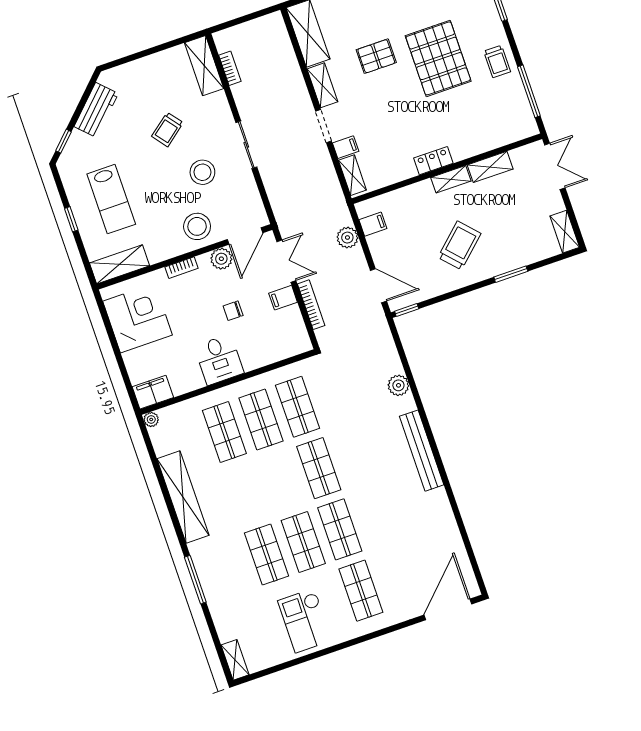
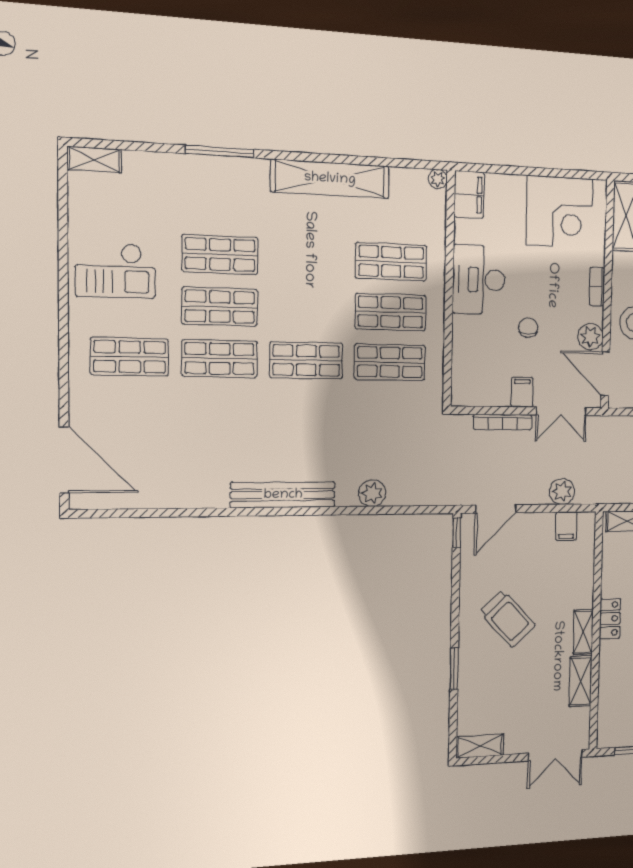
desk: (219, 360) -> (479, 280), width x1.37
checkout: (305, 621) -> (115, 270), turned 180

